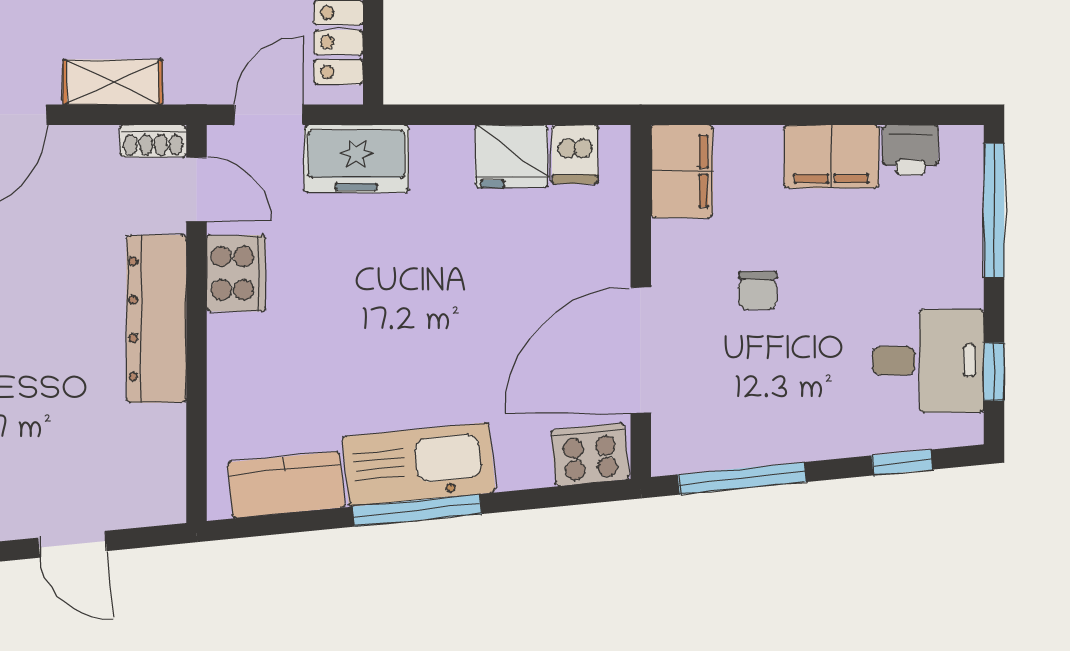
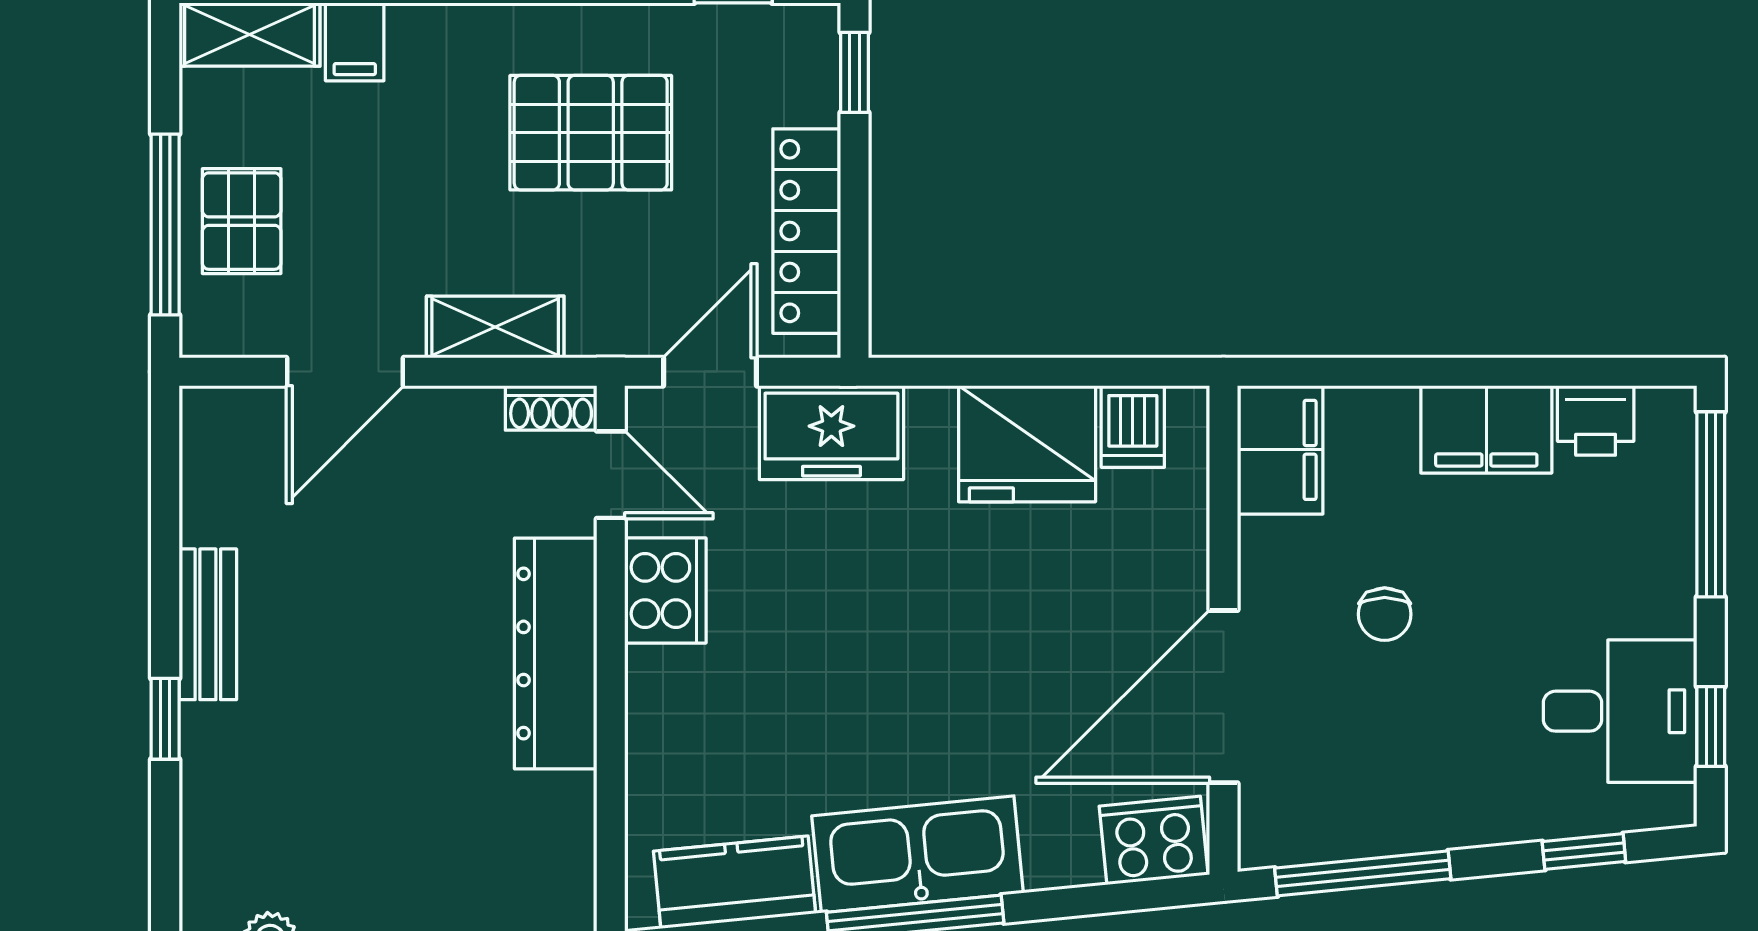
fridge: (511, 156) -> (1027, 444), width x1.36, depth x1.34

